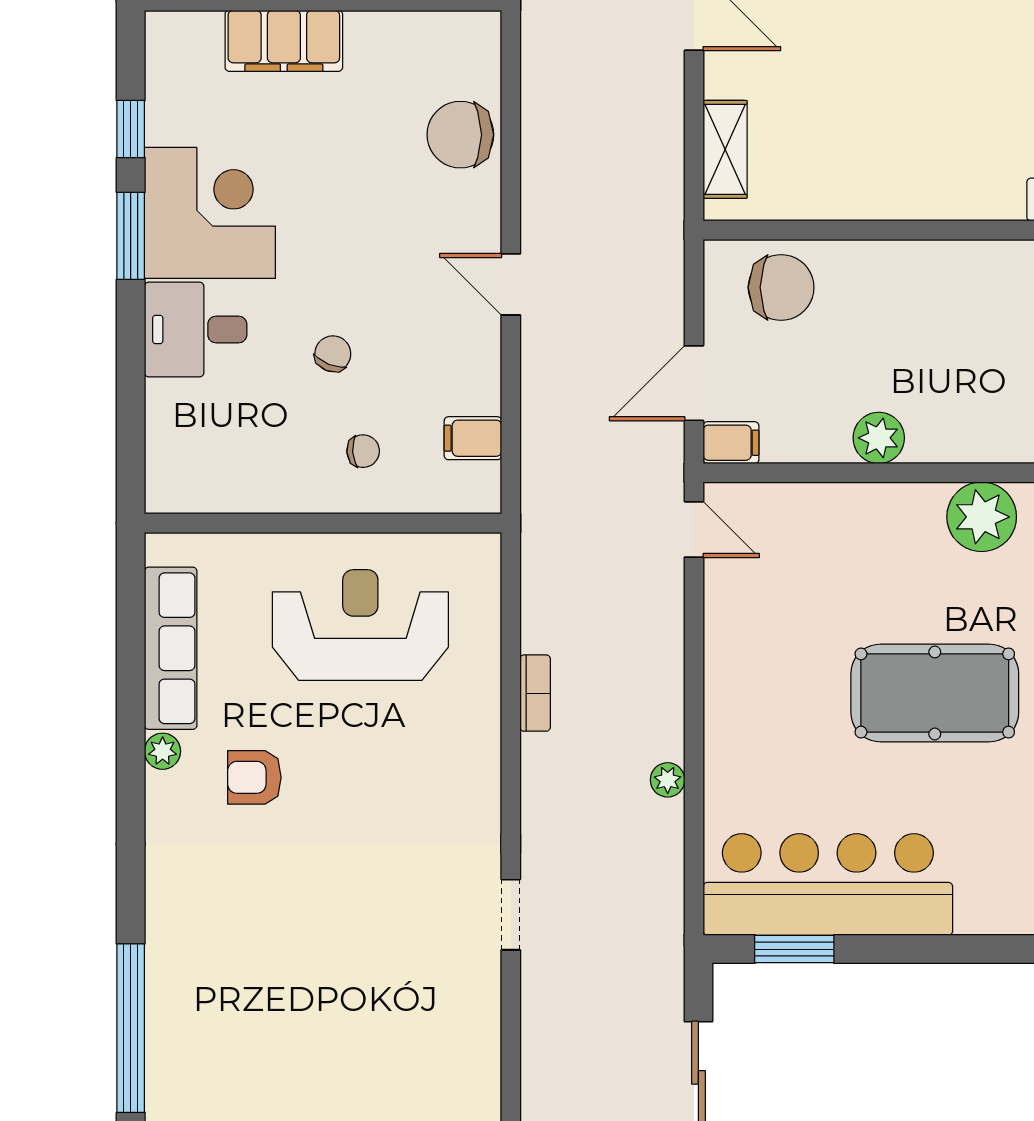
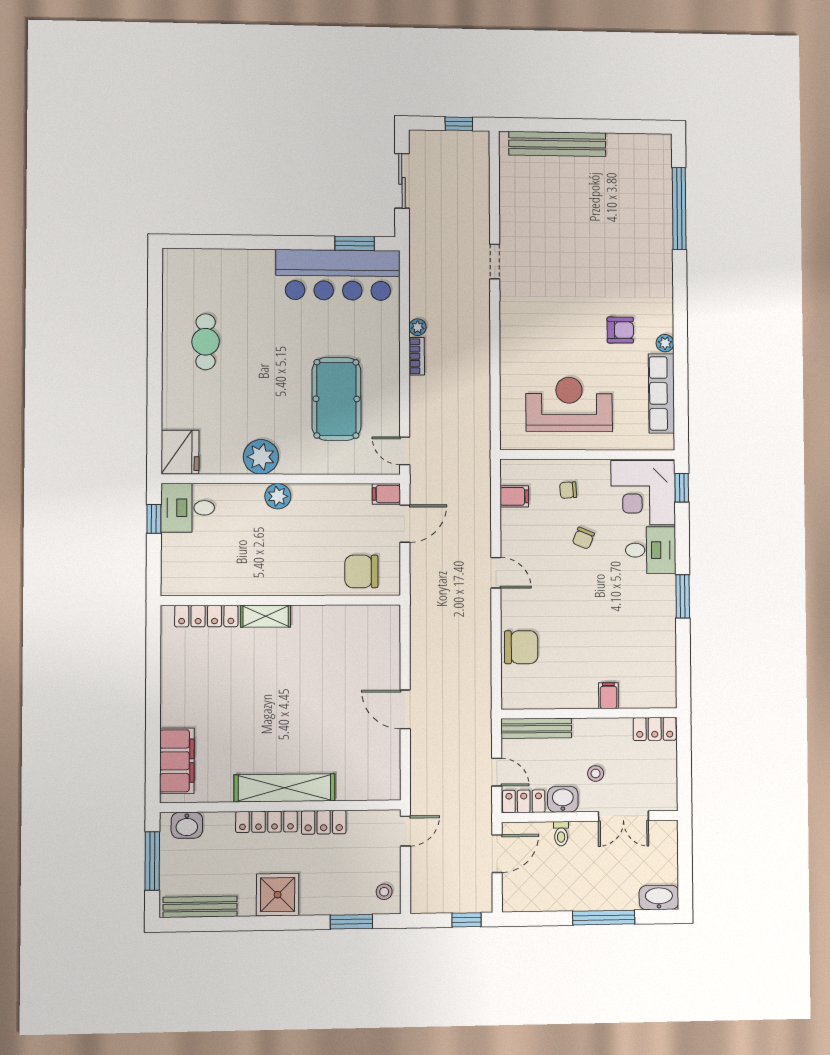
filing cabinet: (284, 41) -> (608, 696), width x0.33, depth x0.86
window: (131, 129) -> (682, 488), moved
shelving: (725, 149) -> (266, 616), moved, turned 90
corner desk: (210, 213) -> (643, 493), moved
plant: (879, 438) -> (278, 496), moved
reception desk: (360, 625) -> (569, 404), turned 180
bookcase: (535, 693) -> (417, 356), moved, turned 180
pool table: (935, 693) -> (336, 399), moved, turned 90

